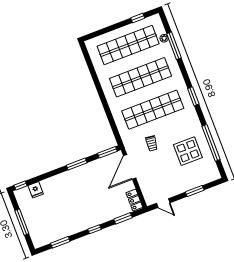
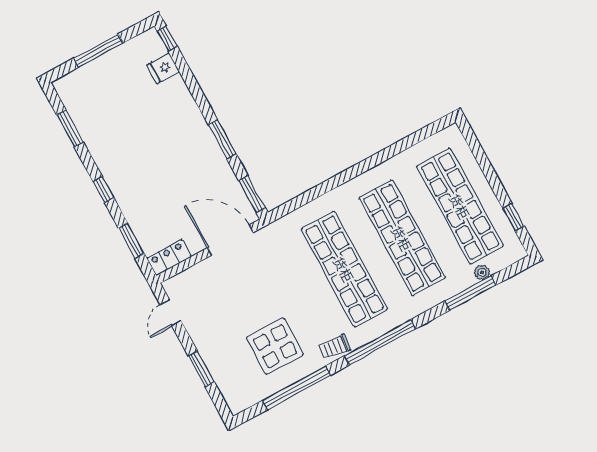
window: (193, 96) -> (380, 342), width x2.11
trolley: (152, 143) -> (335, 347), moved

